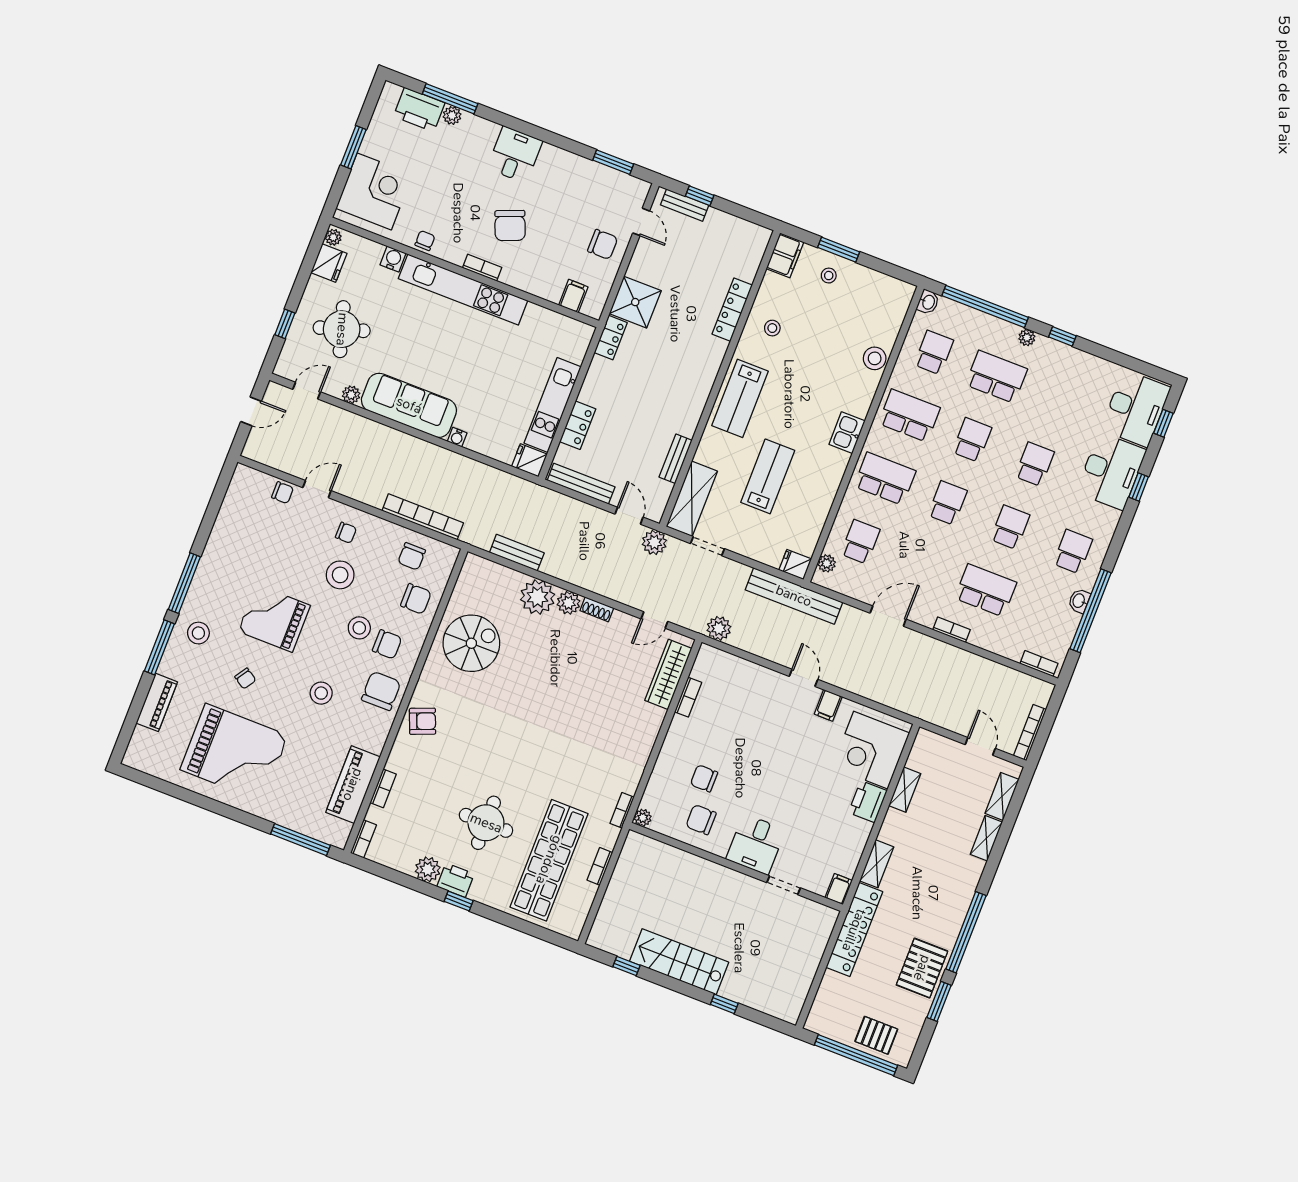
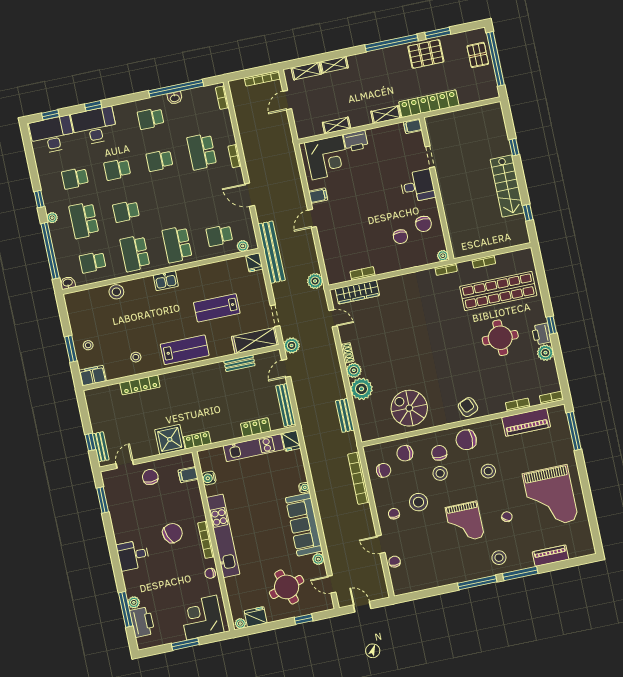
water cooler: (393, 259) -> (209, 478), moved
bookcase: (482, 268) -> (206, 540), width x1.56
school desk: (947, 503) -> (75, 178), moved
chair: (416, 599) -> (405, 453), turned -90
grand piano: (234, 753) -> (550, 497), turned 180

